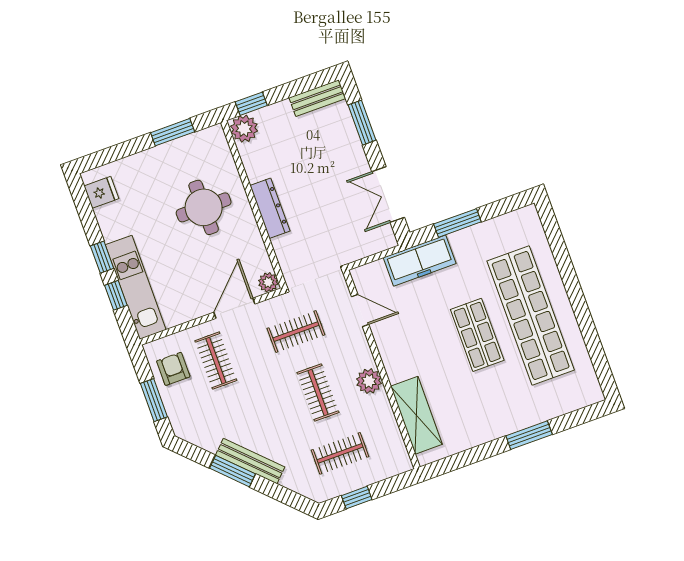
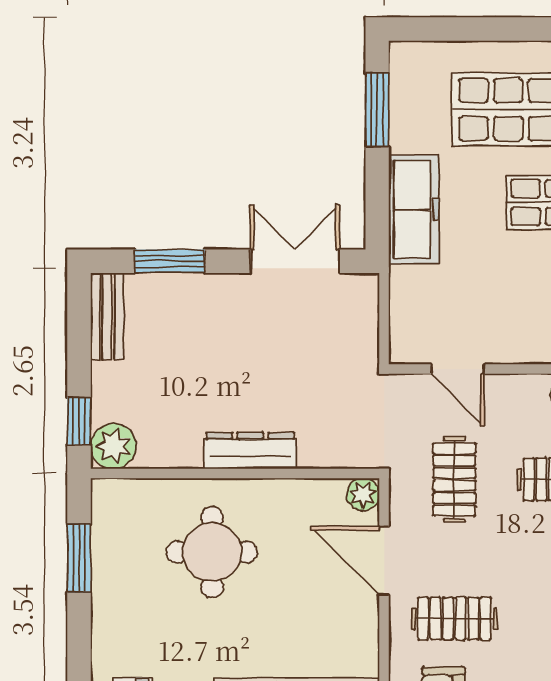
double door: (388, 194) -> (295, 261), swing flipped
window: (457, 223) -> (377, 109), moved
freezer: (420, 261) -> (414, 209), moved
door: (360, 311) -> (458, 369), swing flipped

